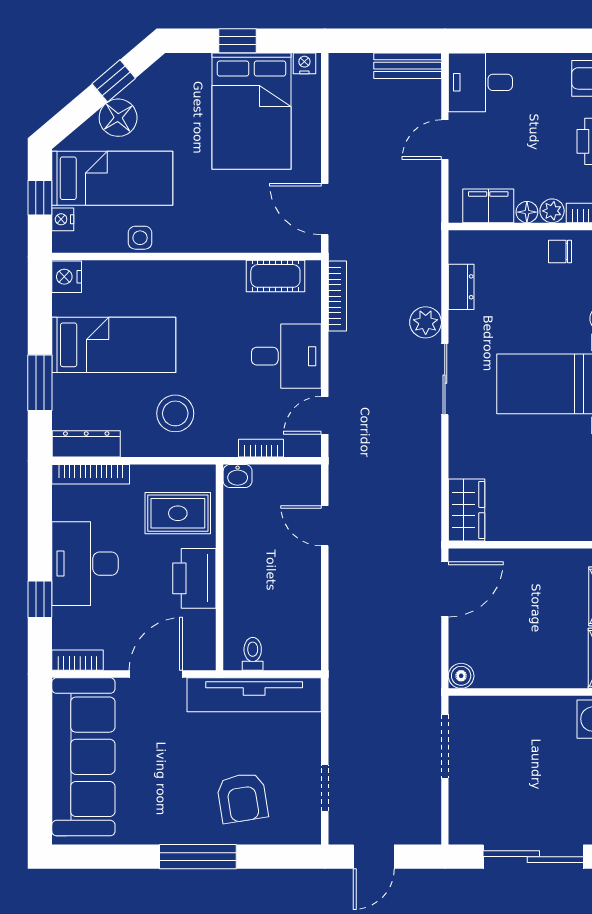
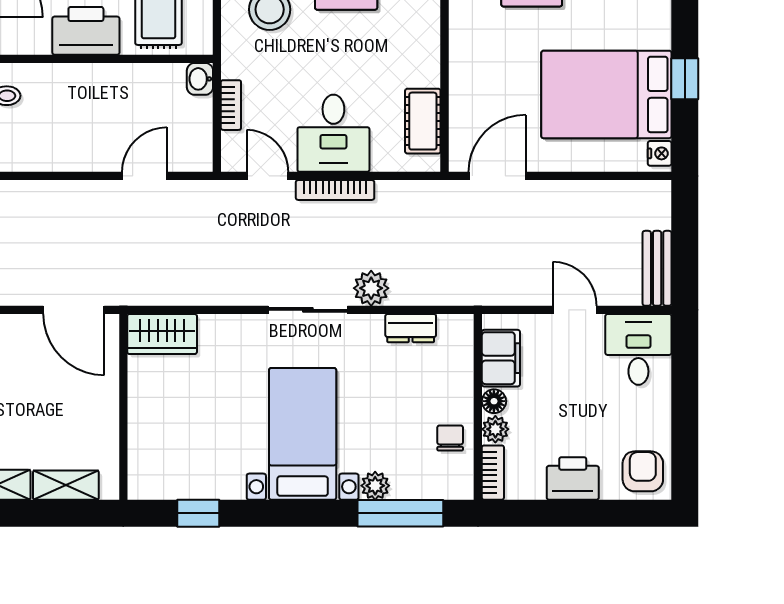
bookcase: (337, 296) -> (335, 190), moved

